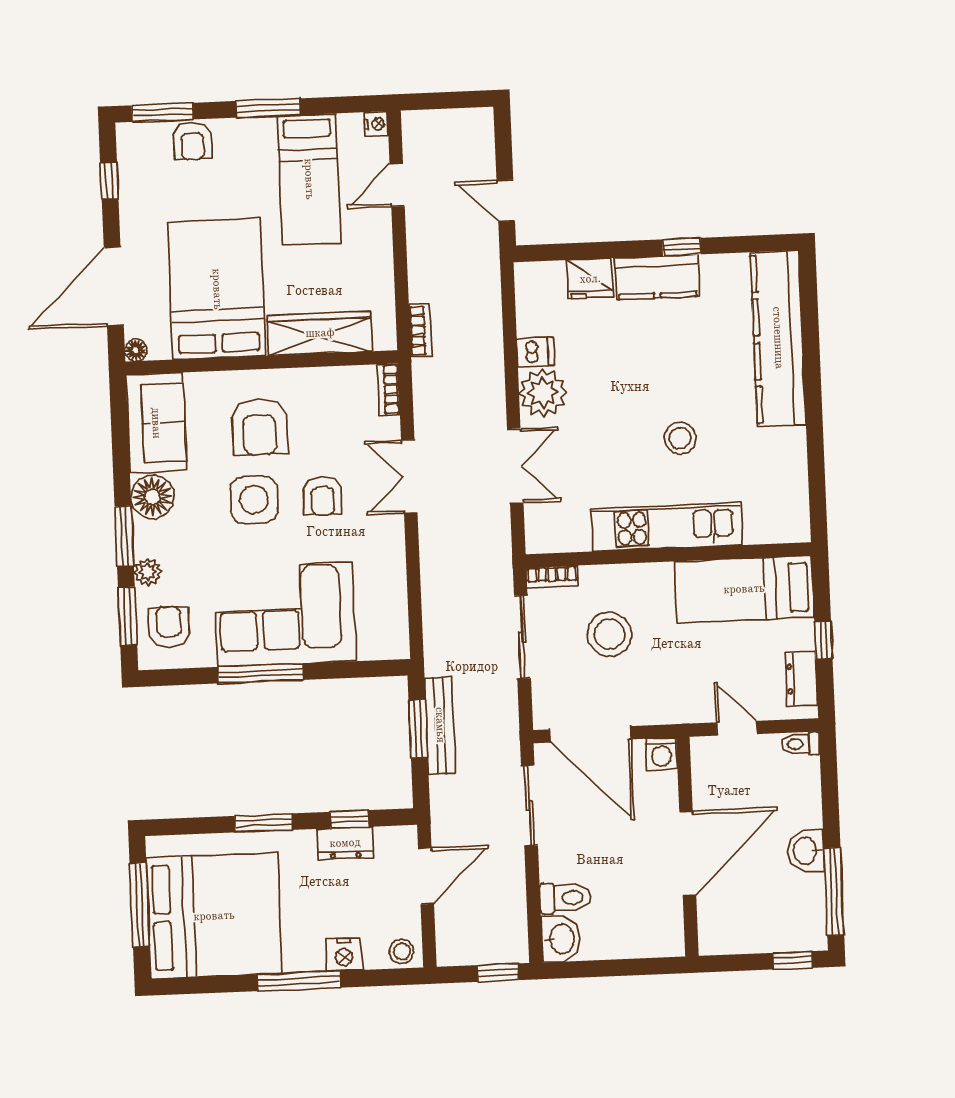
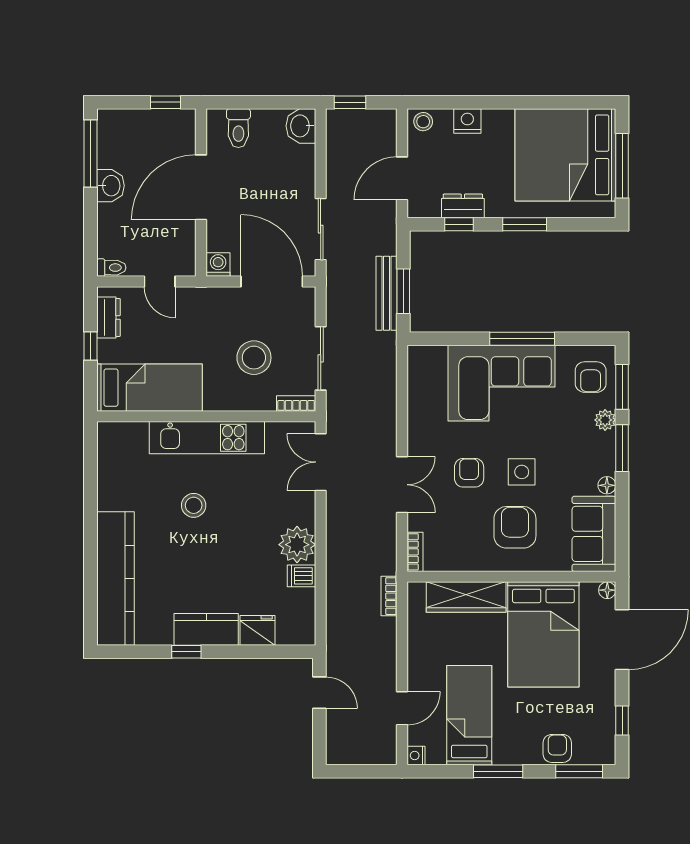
double door: (515, 466) -> (321, 462), moved
floor lamp: (153, 497) -> (607, 485), width x0.53, depth x0.53
side table: (254, 500) -> (522, 472), width x0.73, depth x0.73
toilet: (565, 898) -> (238, 128), moved, turned -90
window: (793, 960) -> (166, 102), moved
window: (299, 981) -> (503, 102), removed

